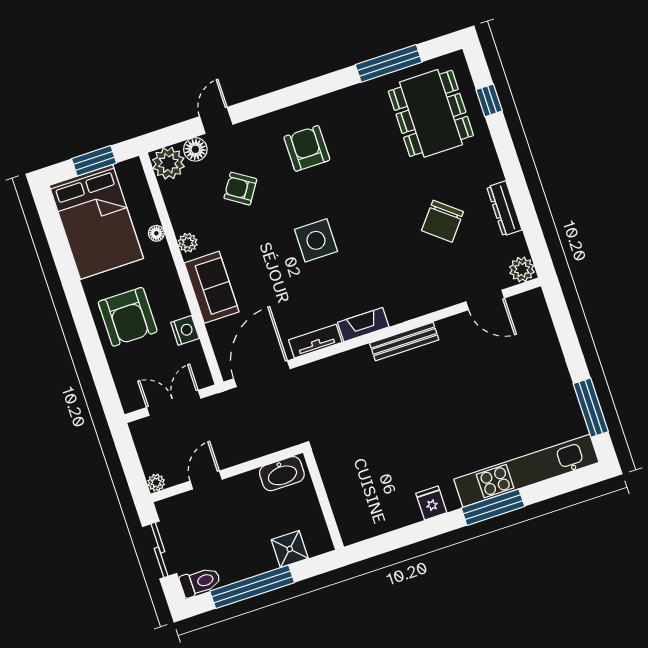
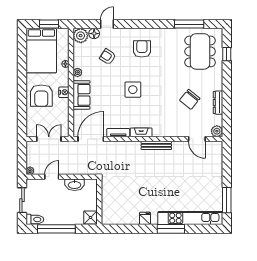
nightstand: (185, 330) -> (64, 92), moved
washbasin: (282, 474) -> (75, 185), moved
shower: (290, 549) -> (91, 217), moved

